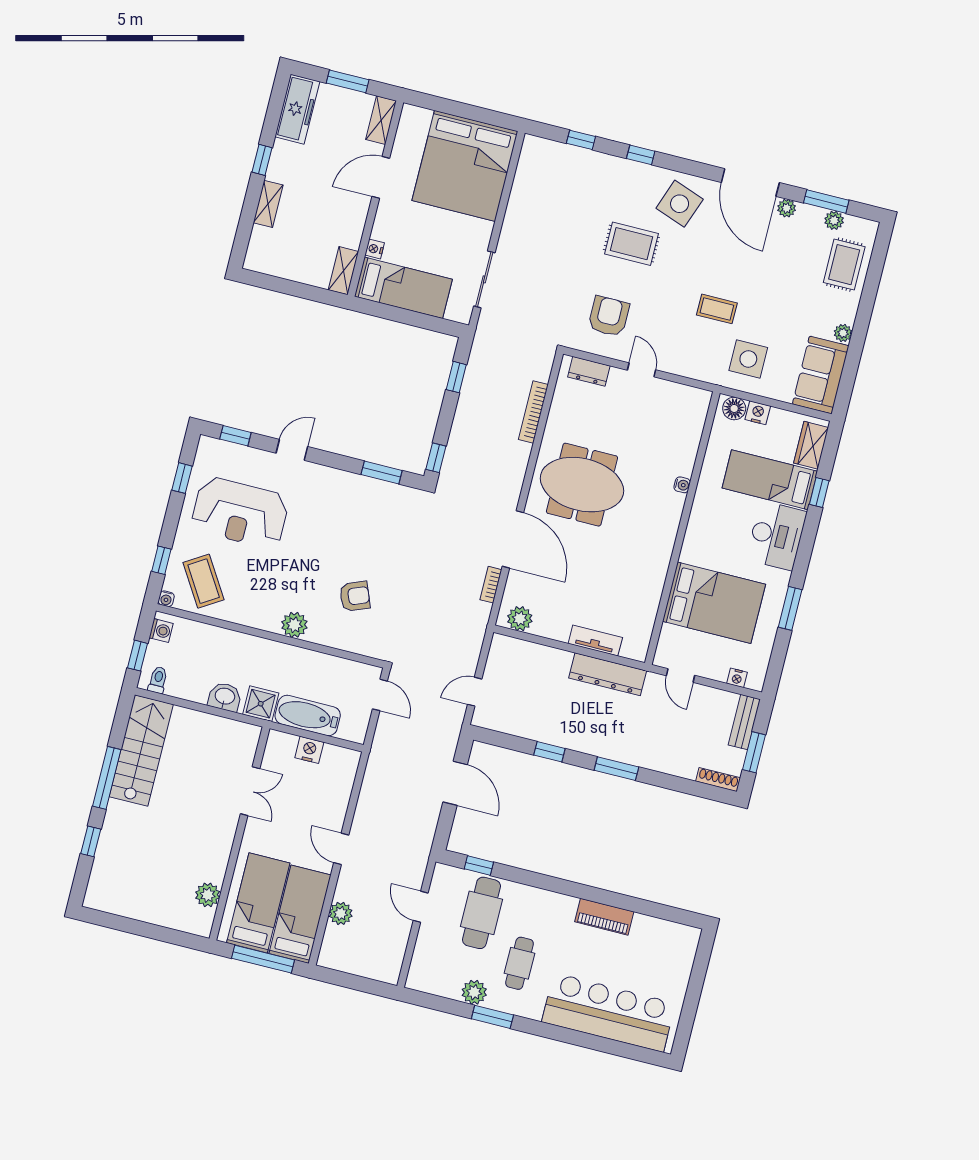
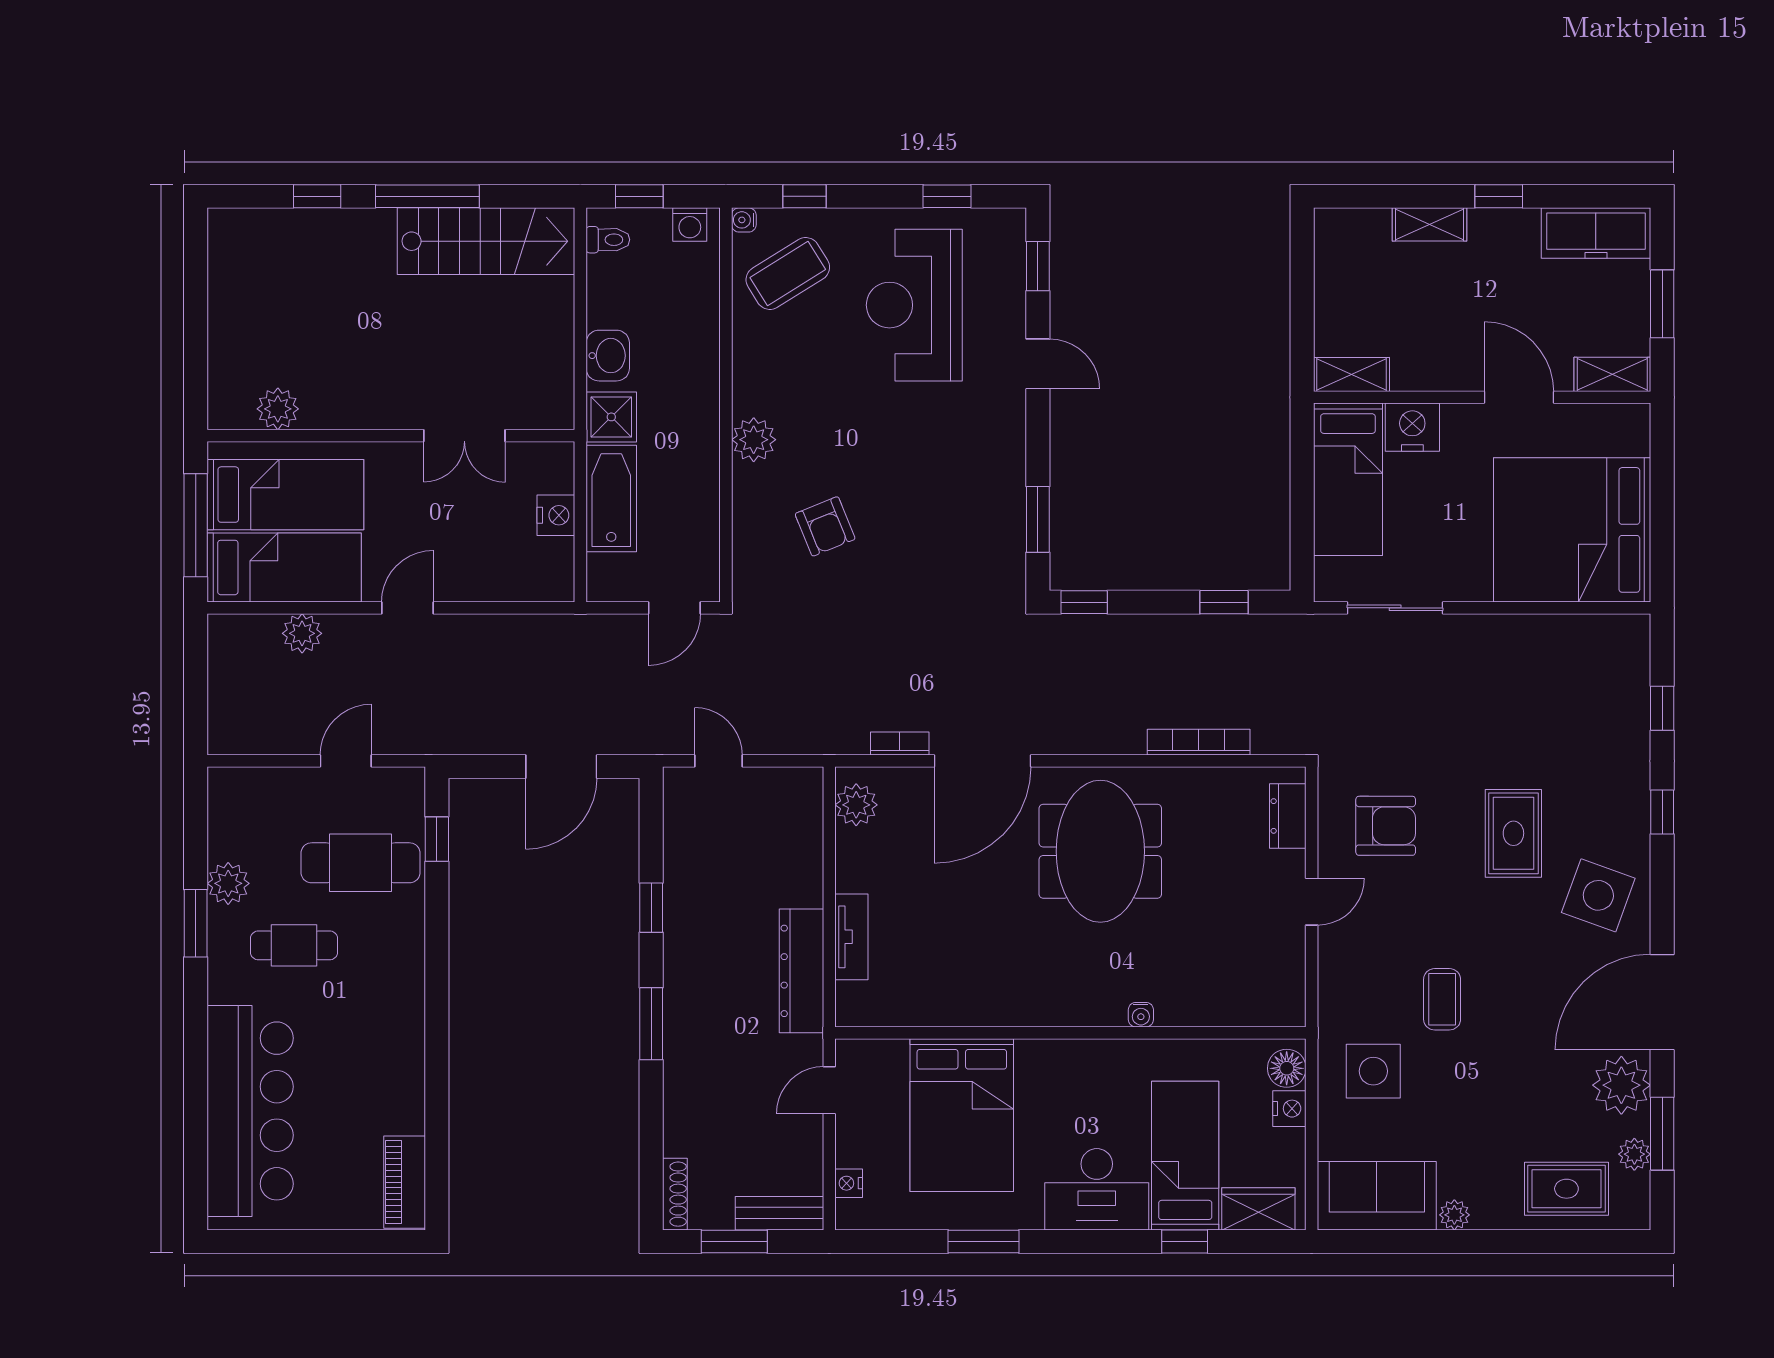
plant: (787, 208) -> (1621, 1085), width x1.87, depth x1.87
nightstand: (375, 249) -> (1412, 427), width x1.89, depth x1.79
piano: (604, 917) -> (405, 1182), moved

